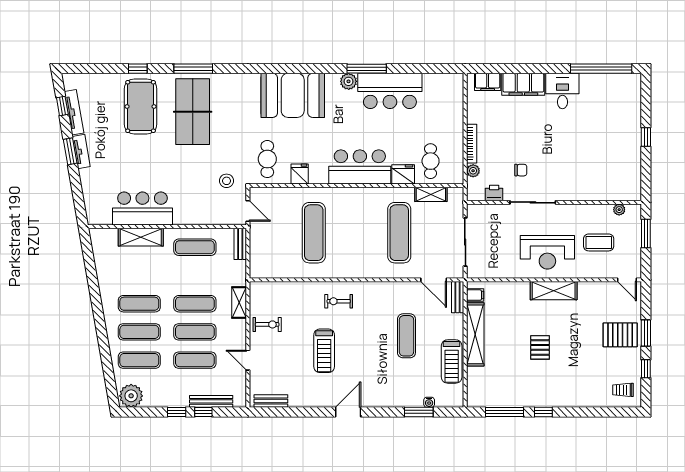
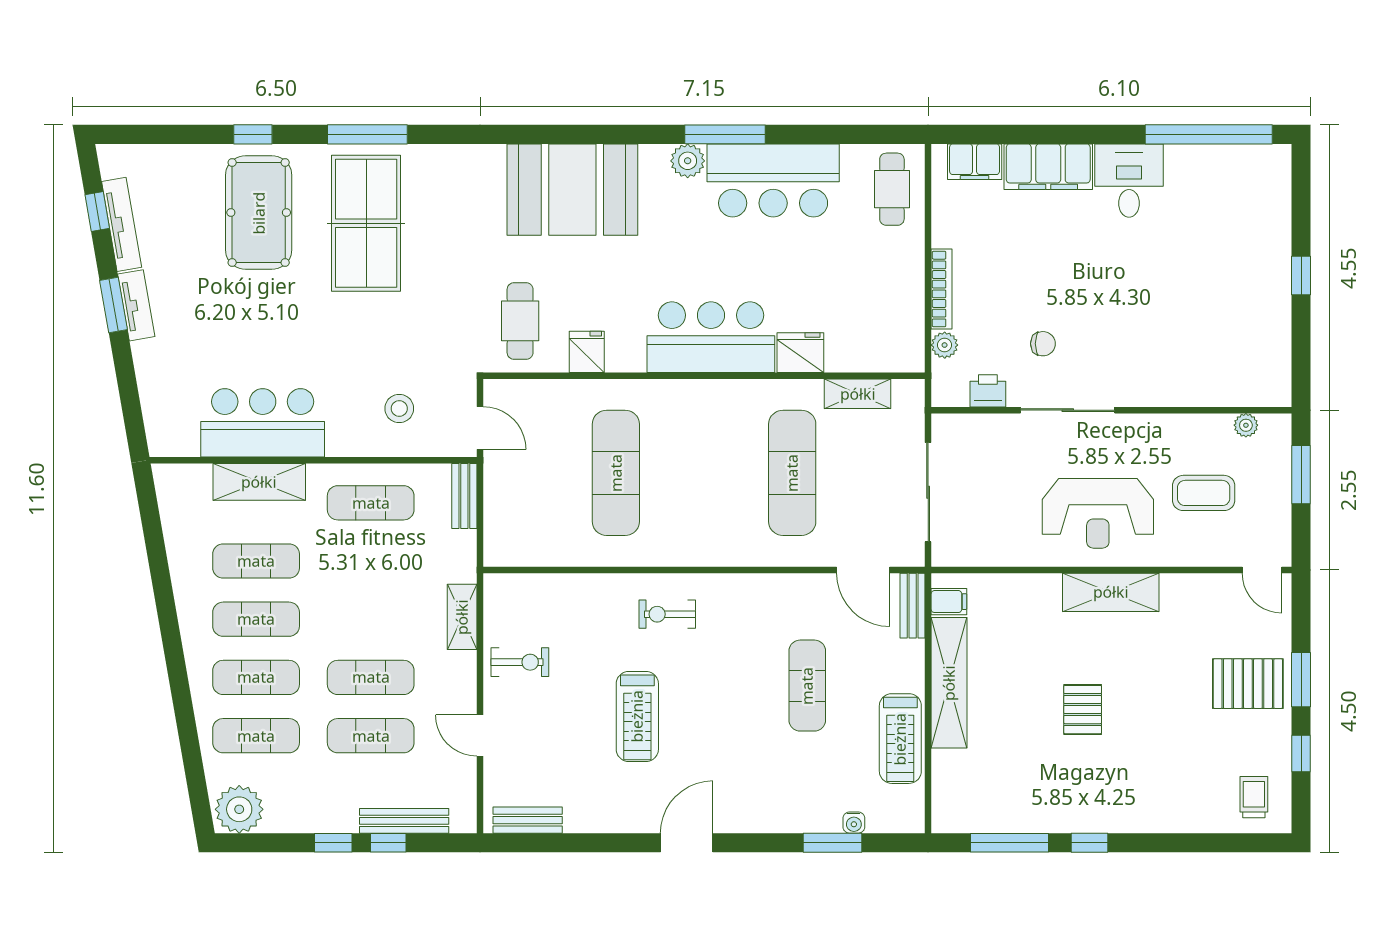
cafe table: (431, 161) -> (892, 189), moved
stool: (227, 181) -> (399, 409), moved
exercise mat: (195, 304) -> (256, 561), moved
trolley: (623, 390) -> (1254, 797), turned 90

